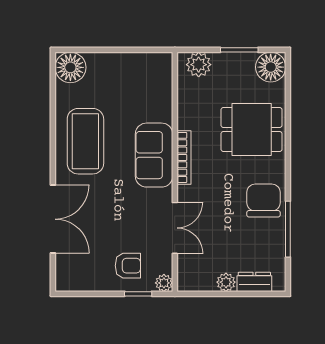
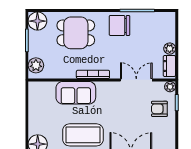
dining table: (252, 129) -> (76, 33), turned 90
sofa: (154, 155) -> (76, 93), moved
armchair: (128, 266) -> (159, 109), turned -90
dresser: (254, 282) -> (169, 66), moved

